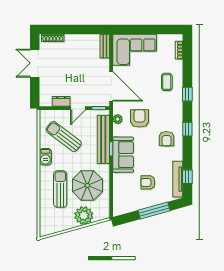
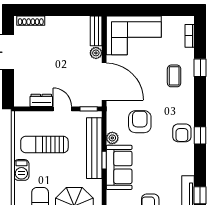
plant: (105, 64) -> (96, 53), added
window: (187, 94) -> (200, 68), moved
door: (78, 108) -> (62, 109), swing flipped
plant: (118, 119) -> (112, 138), moved
sun lounger: (64, 136) -> (44, 144), turned -37
armchair: (166, 139) -> (182, 133), moved

